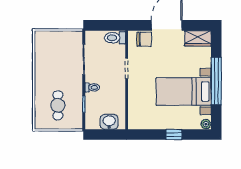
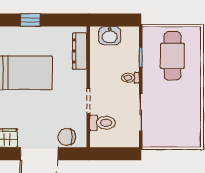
toilet: (115, 38) -> (103, 123), moved
cafe table: (58, 105) -> (172, 56), width x1.37, depth x1.35
dresser: (134, 109) -> (80, 51), added

